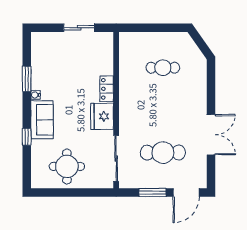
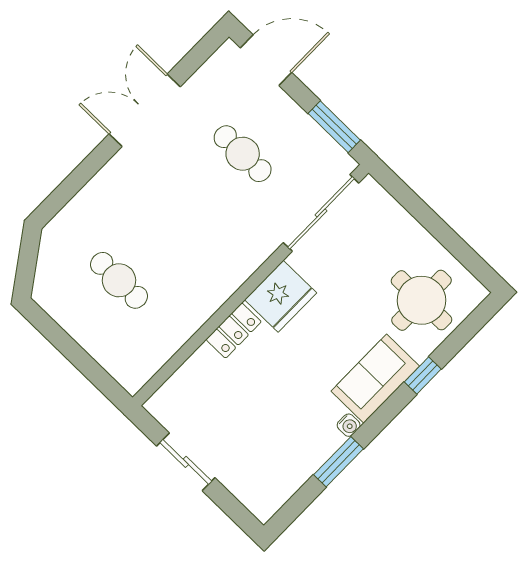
cafe table: (163, 153) -> (243, 154), width x0.73, depth x0.74
round table: (67, 166) -> (421, 300), moved
window: (152, 193) -> (334, 127), moved

